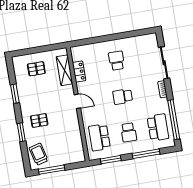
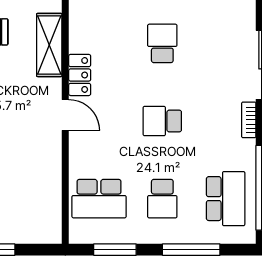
locker: (79, 72) -> (80, 75), moved
school desk: (99, 137) -> (99, 199), turned -90

